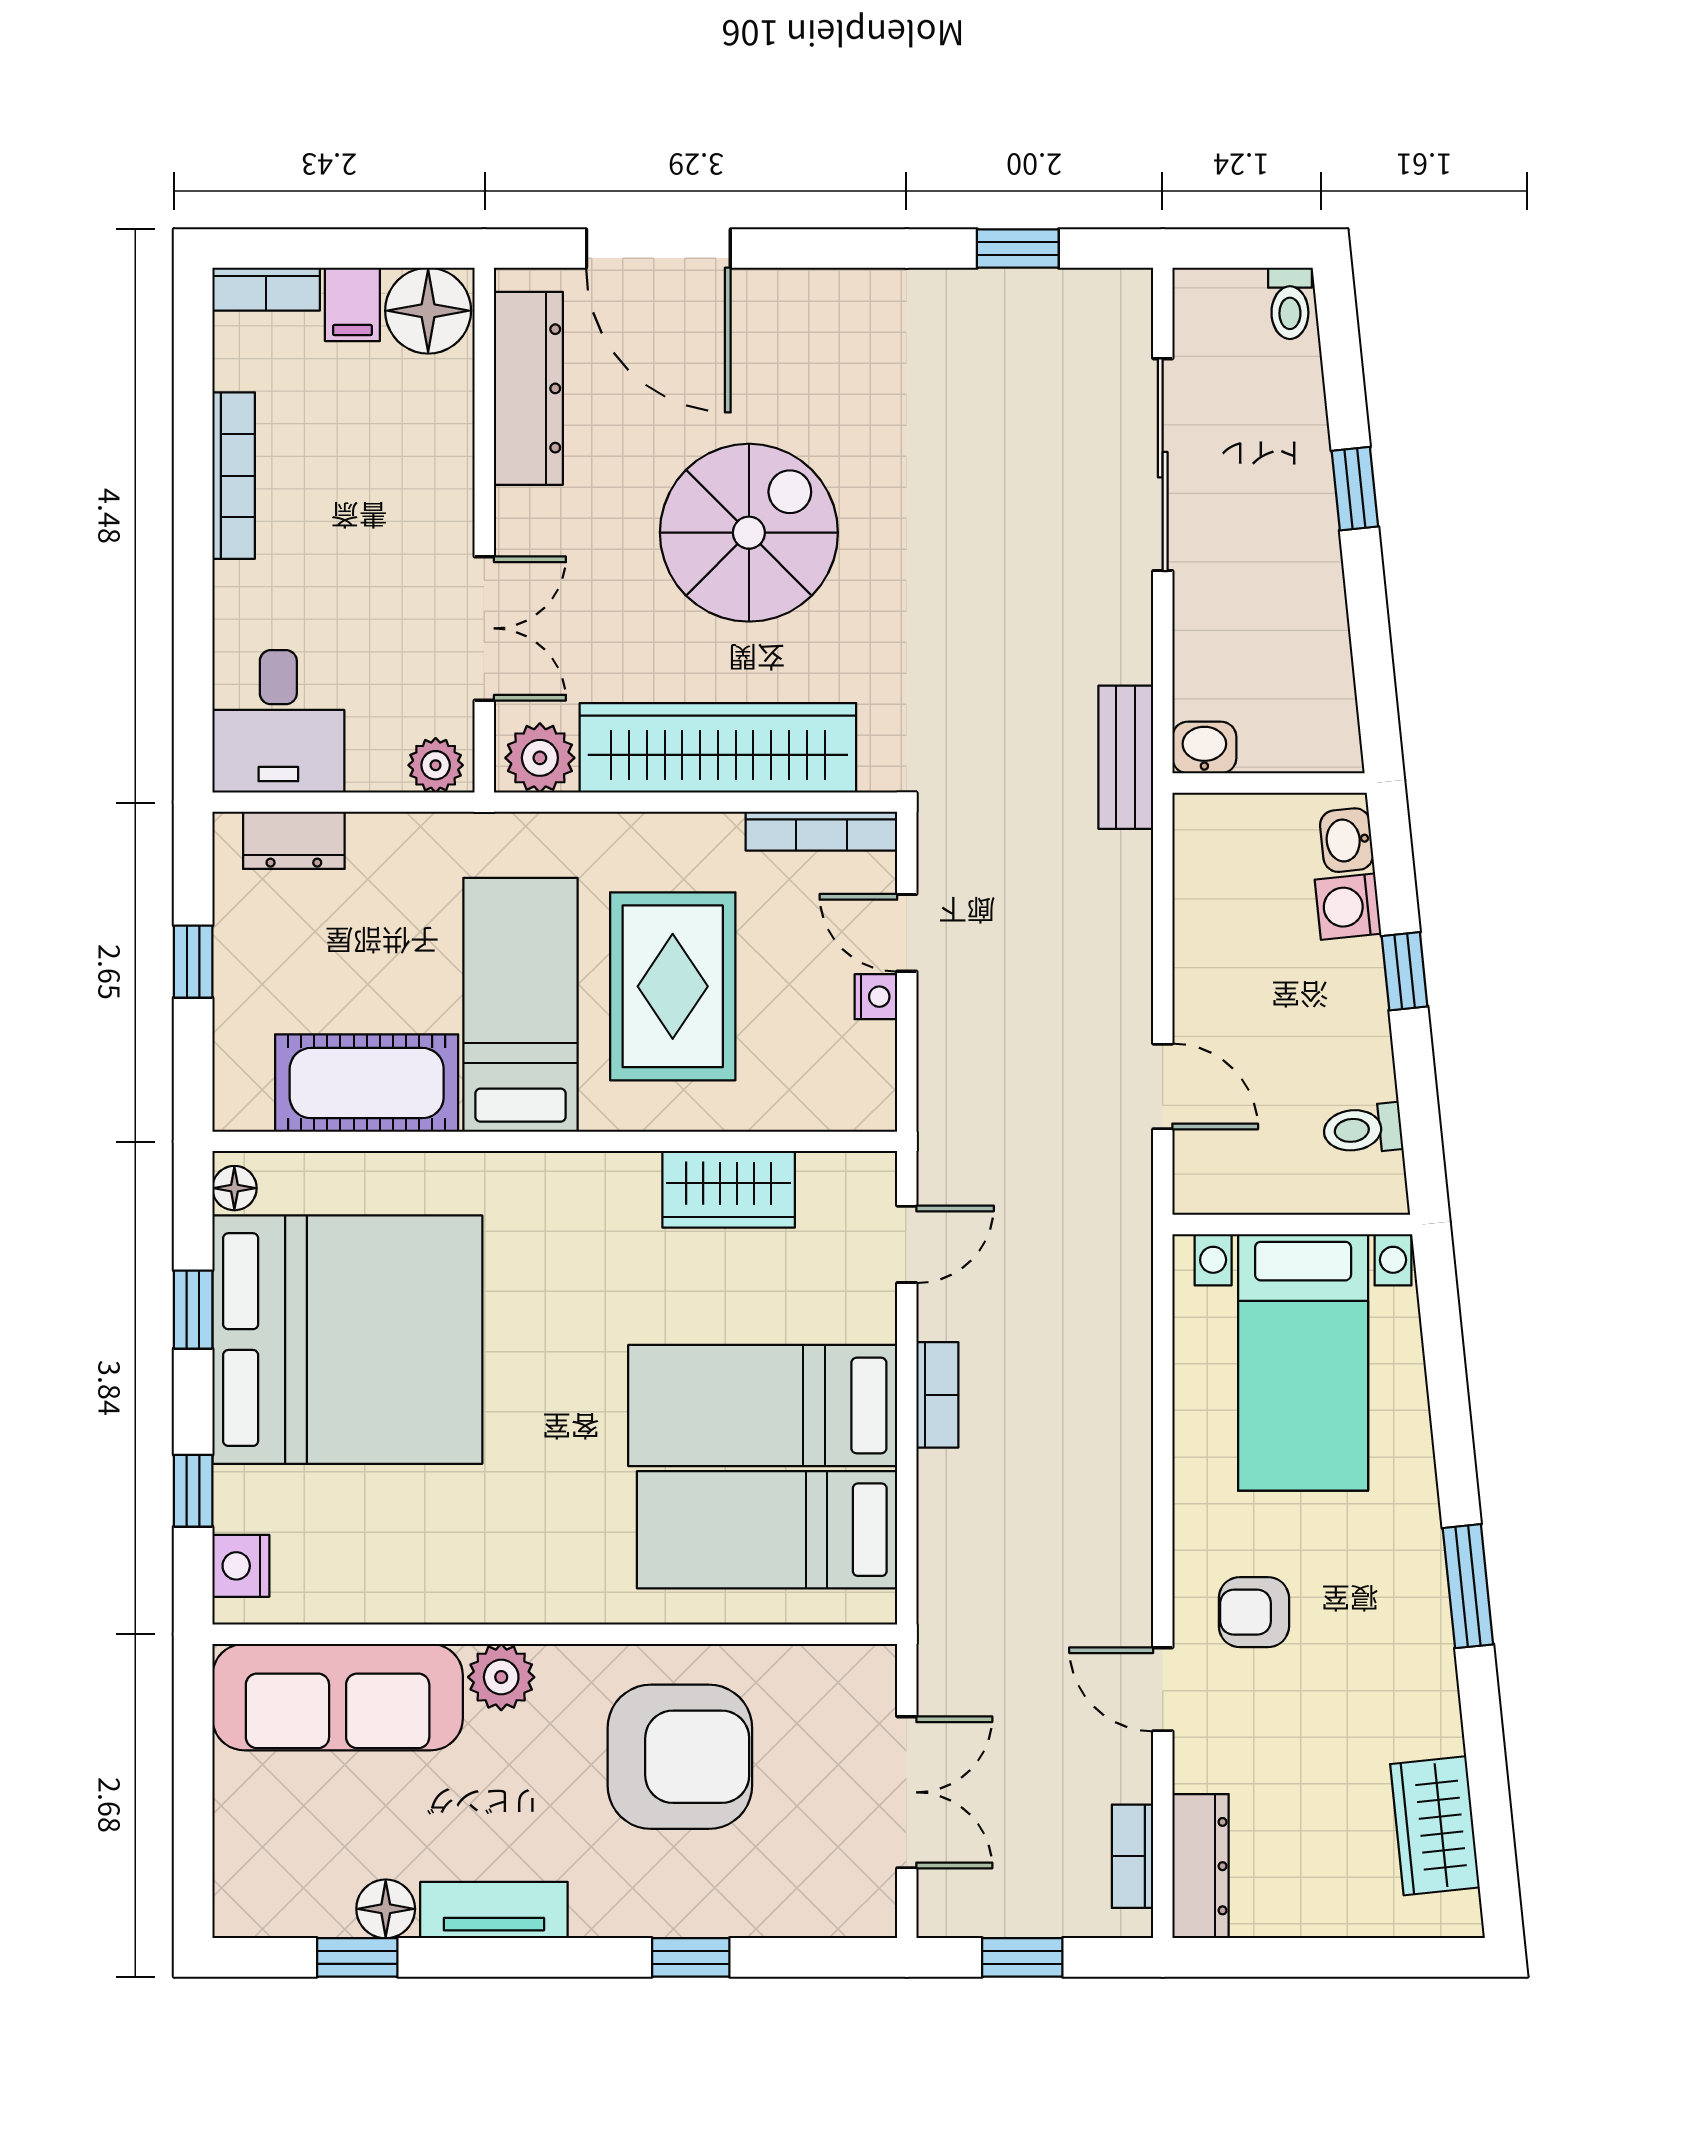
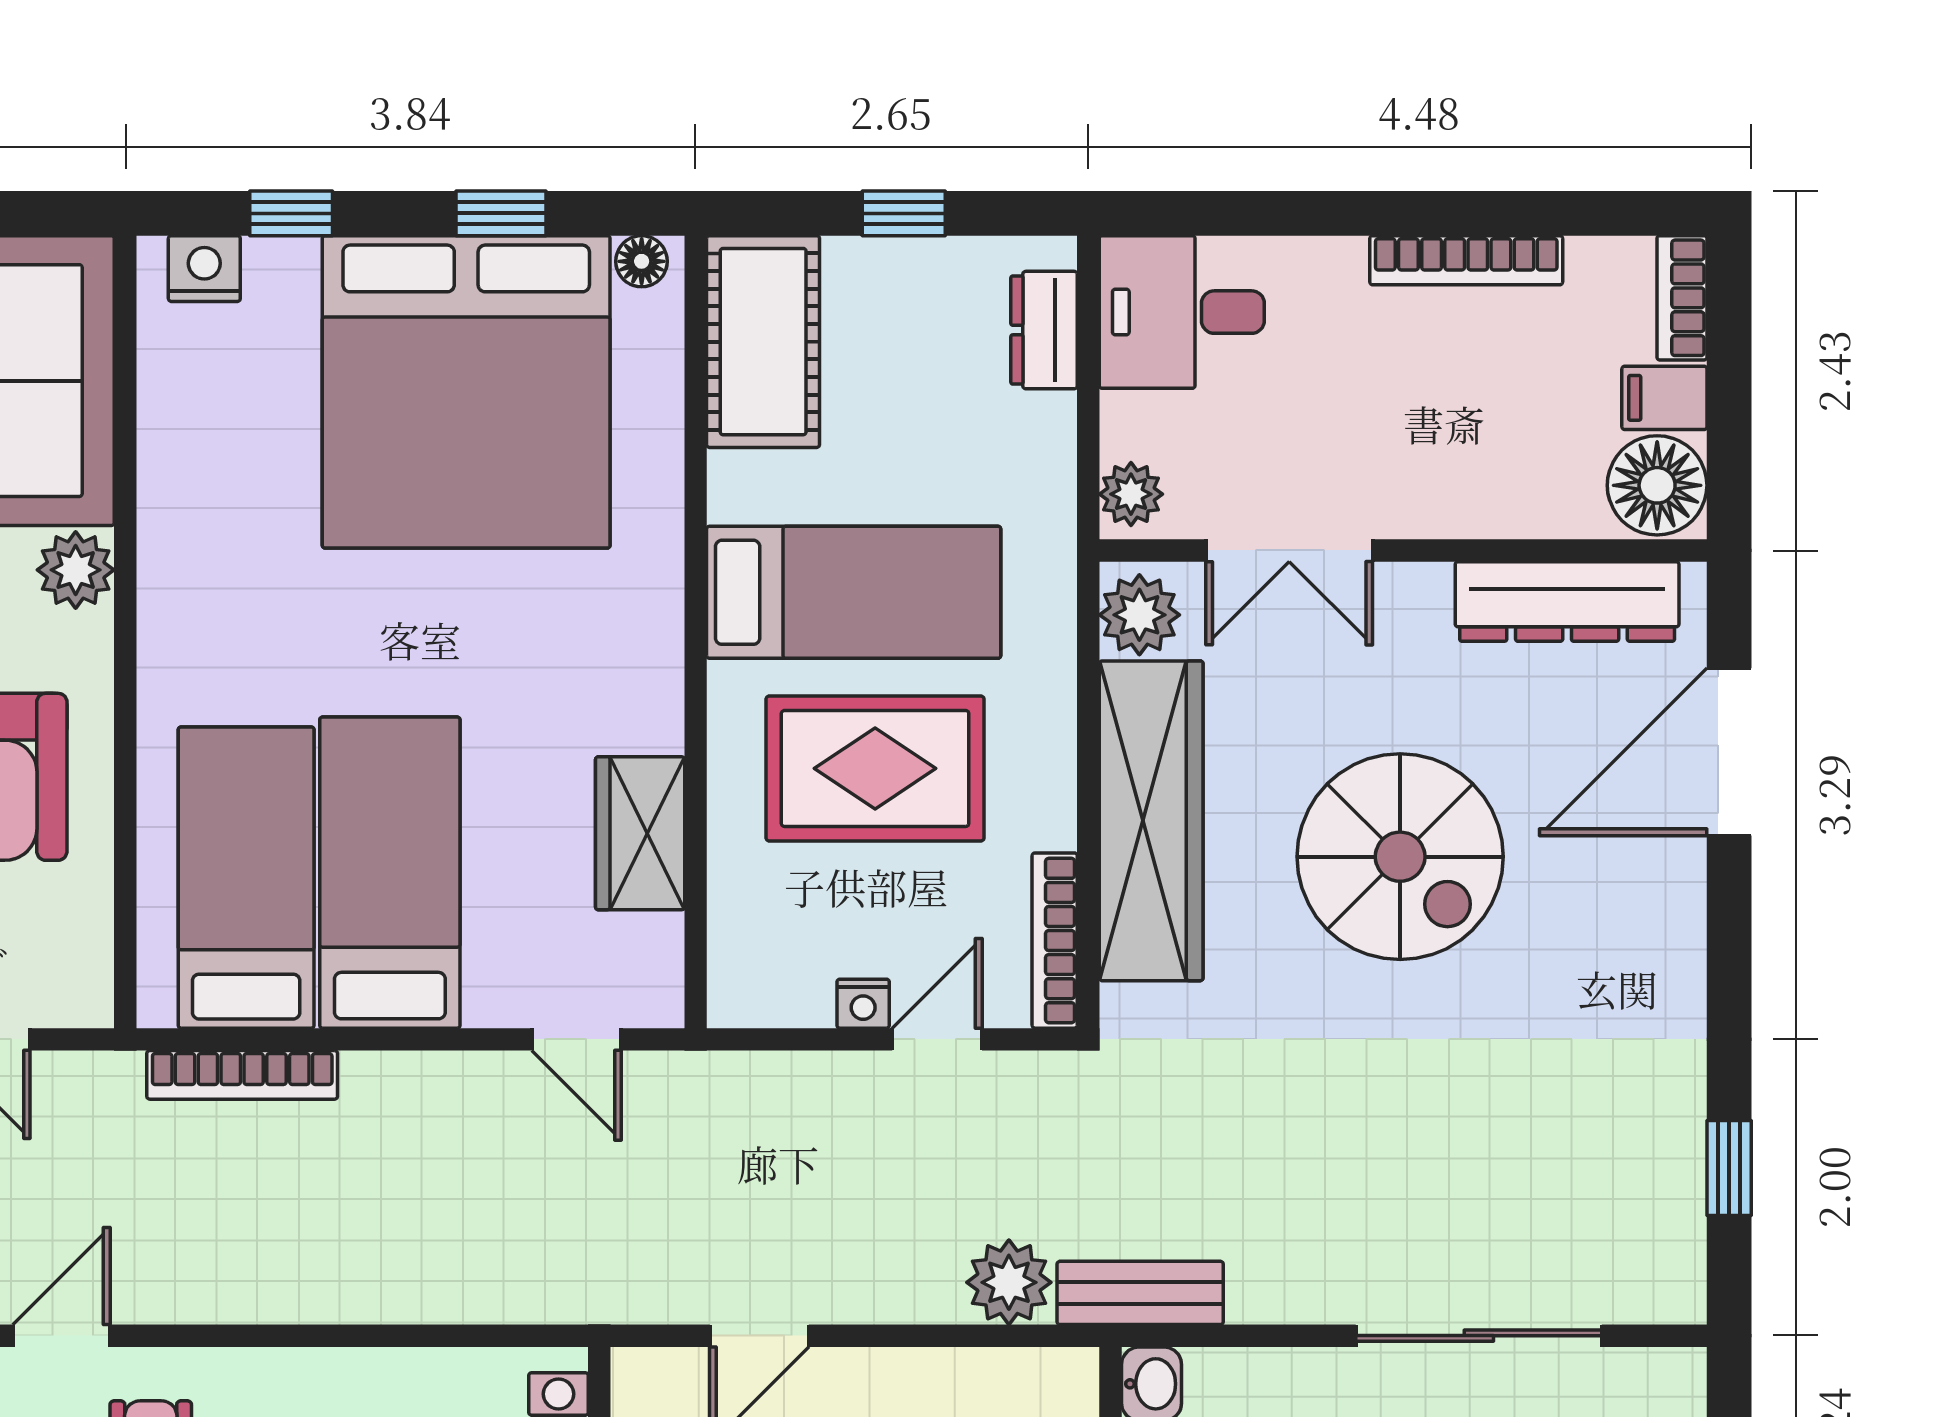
plant: (1117, 871) -> (1009, 1282), added
cot: (367, 1083) -> (763, 342), moved
bookcase: (937, 1395) -> (242, 1075), moved, width x1.56

